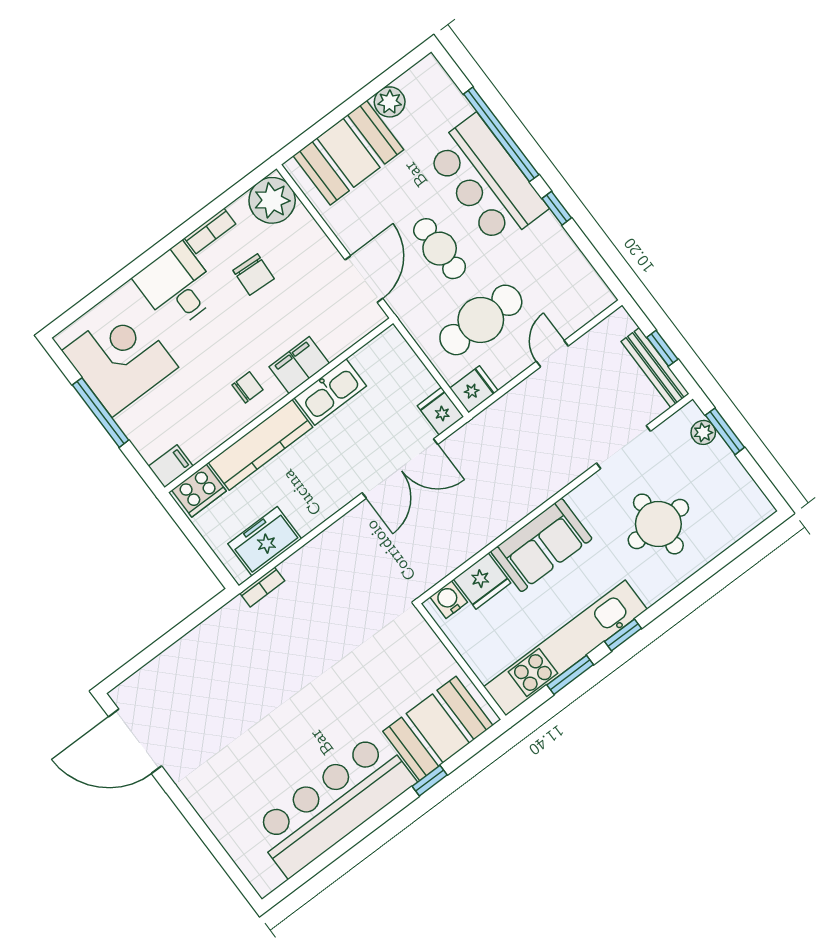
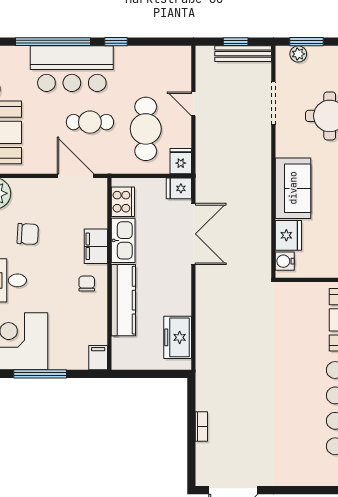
cooker: (199, 490) -> (123, 202), moved
bookcase: (262, 587) -> (201, 426), moved

